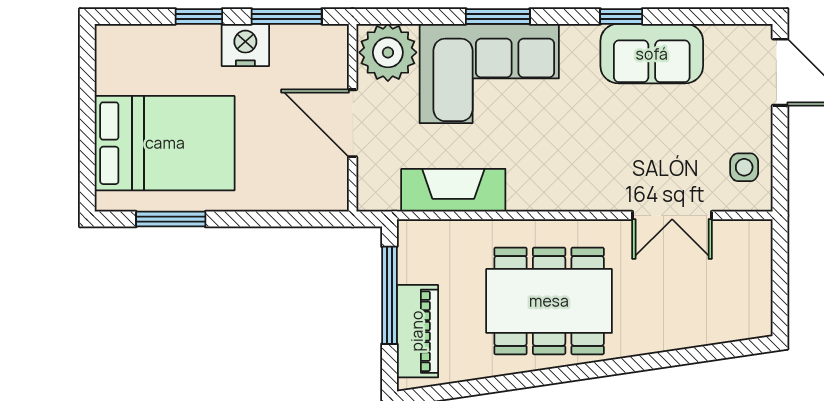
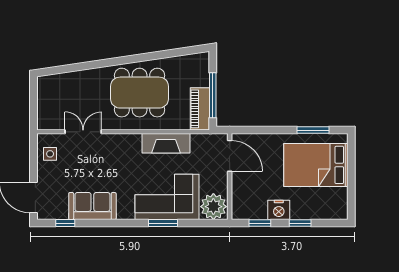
window: (287, 16) -> (260, 223), width x0.67
window: (621, 16) -> (65, 223), moved
door: (353, 123) -> (230, 156), moved
fireplace: (453, 190) -> (166, 143), moved
piano: (417, 331) -> (200, 109), moved

